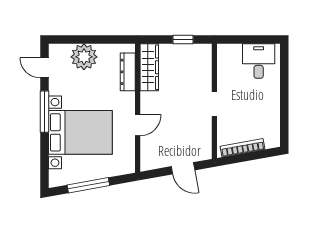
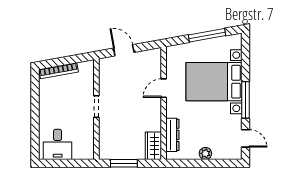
window: (183, 40) -> (124, 163), width x1.50
plant: (84, 57) -> (205, 153), width x0.53, depth x0.53
wardrobe: (149, 67) -> (153, 146), width x0.67
bookcase: (242, 148) -> (59, 71), moved

